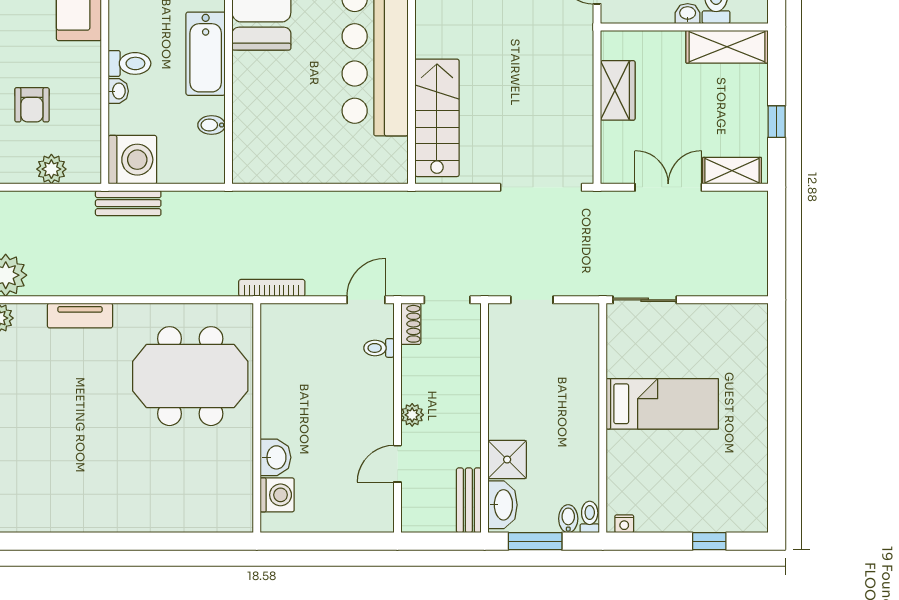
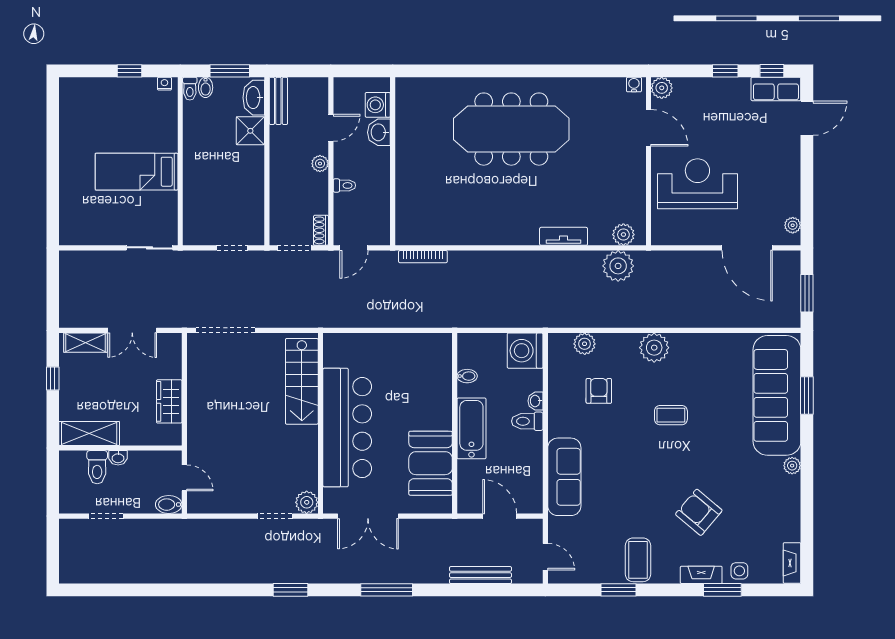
bench: (128, 203) -> (528, 319), removed
toilet: (379, 348) -> (344, 185), moved
meeting table: (190, 376) -> (511, 129), moved, width x1.36
wall: (257, 418) -> (393, 161), moved
washbasin: (276, 457) -> (379, 132), moved
washing machine: (277, 495) -> (378, 105), moved
window: (709, 541) -> (130, 71), moved

